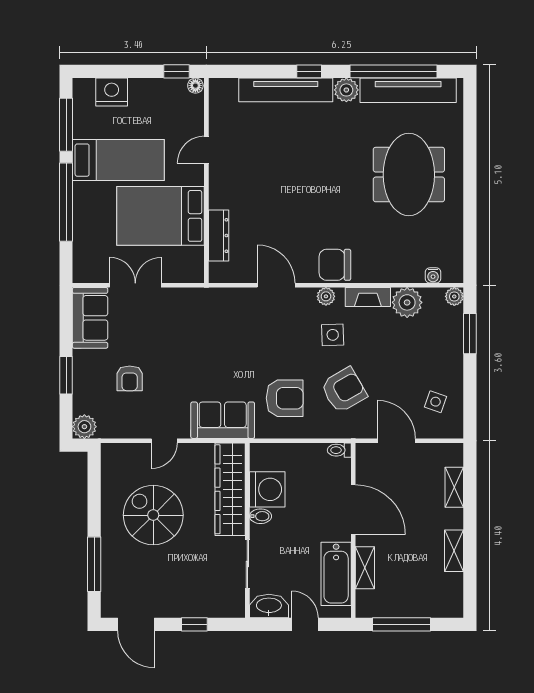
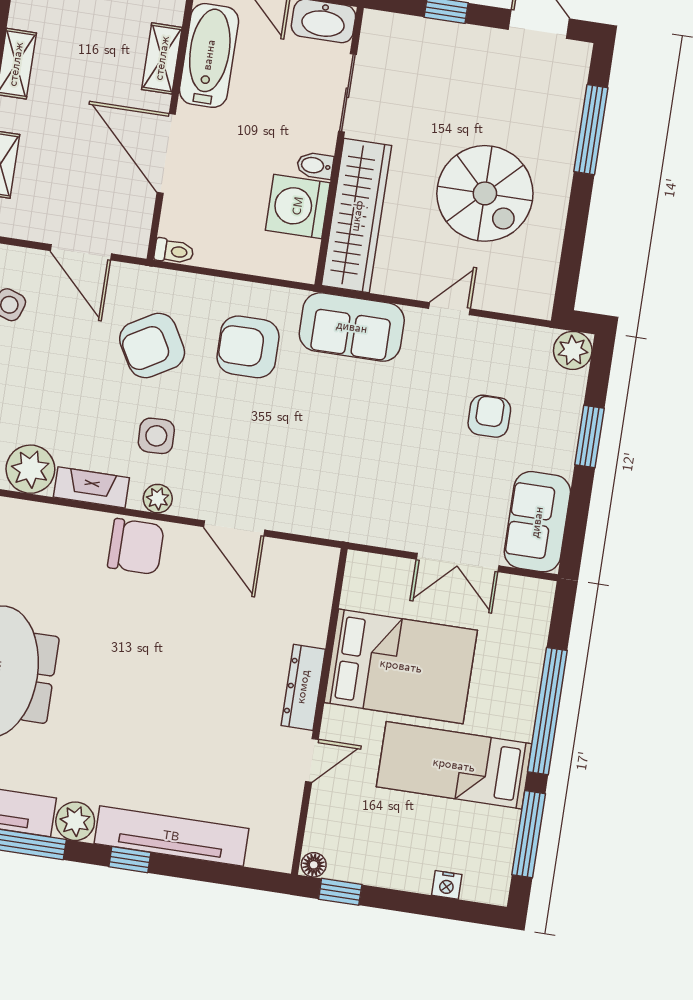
nightstand: (112, 92) -> (447, 885), width x0.53, depth x0.56
dresser: (219, 236) -> (303, 687), moved

